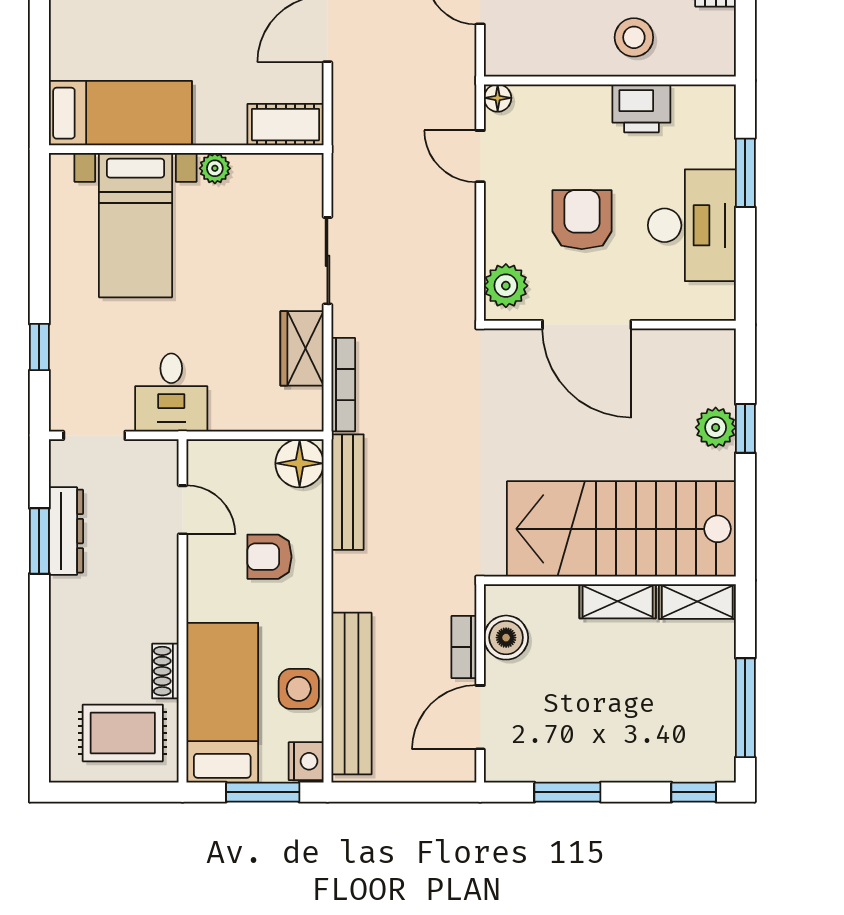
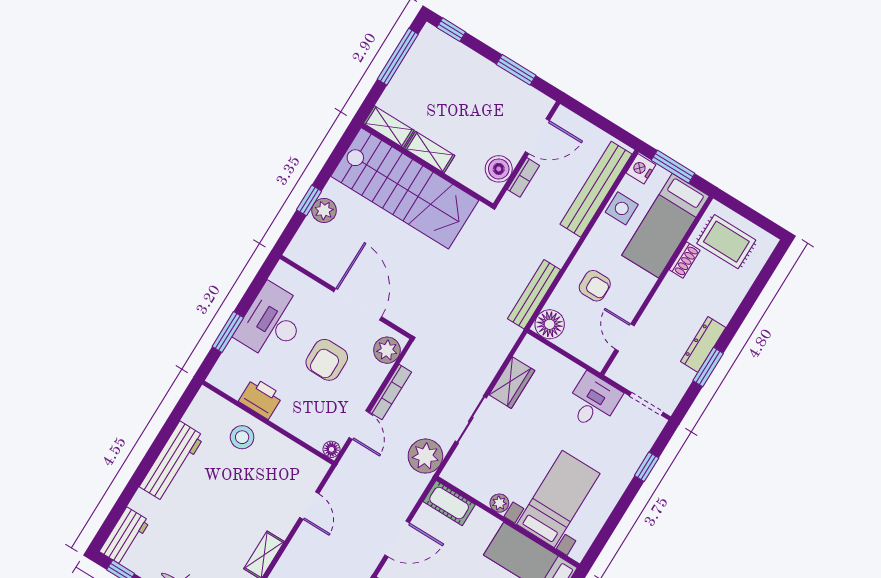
plant: (360, 170) -> (425, 456), added
bookcase: (343, 385) -> (391, 392), moved, turned 180
dresser: (66, 531) -> (703, 344), moved

